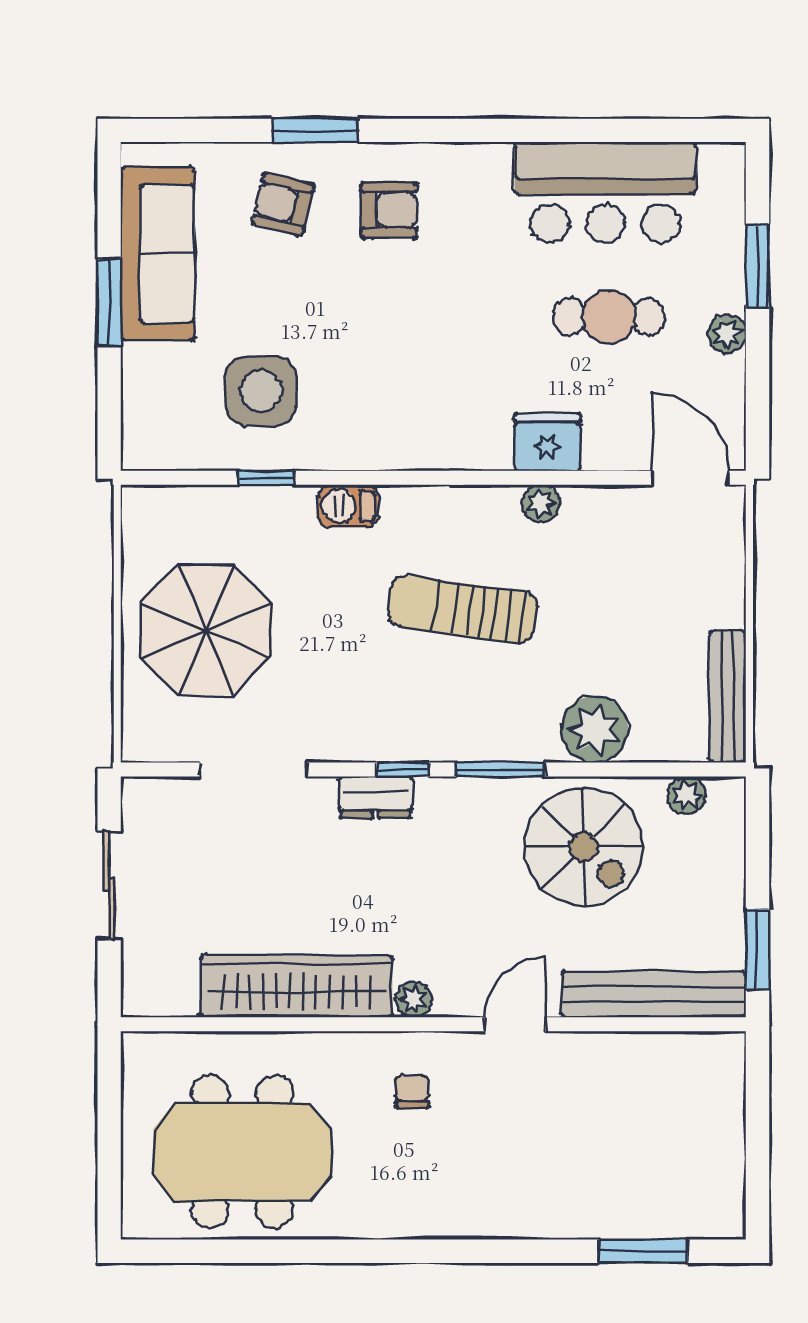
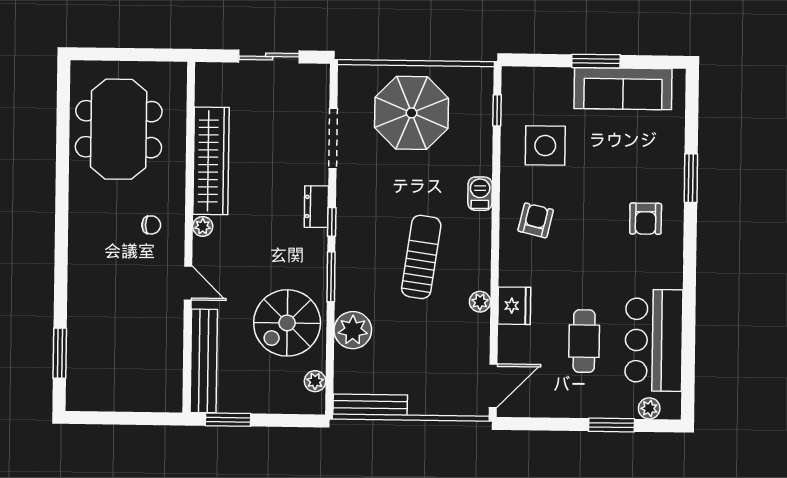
armchair: (283, 204) -> (536, 220), moved
plant: (727, 334) -> (649, 408), moved
window: (266, 478) -> (497, 110), moved

